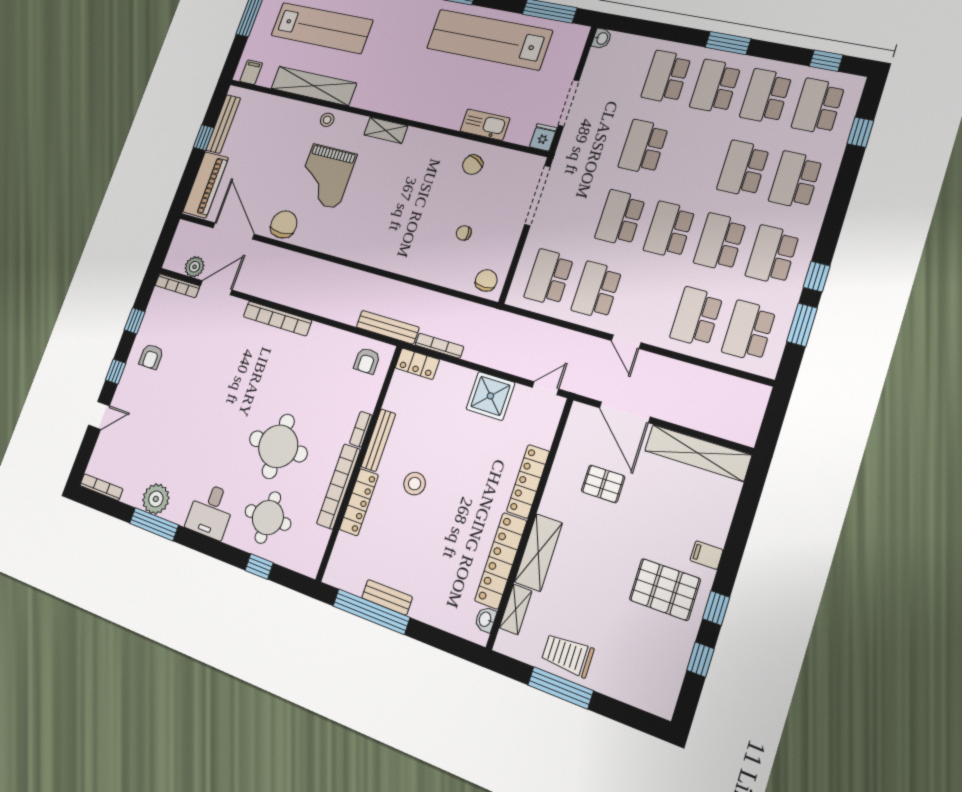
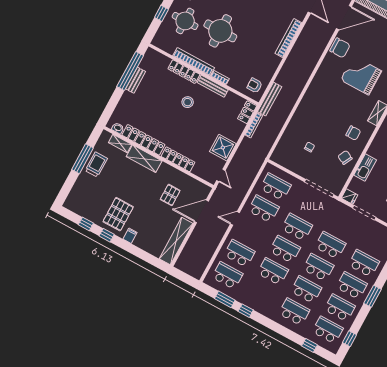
school desk: (772, 255) -> (318, 267), moved
chair: (486, 280) -> (353, 133), moved

